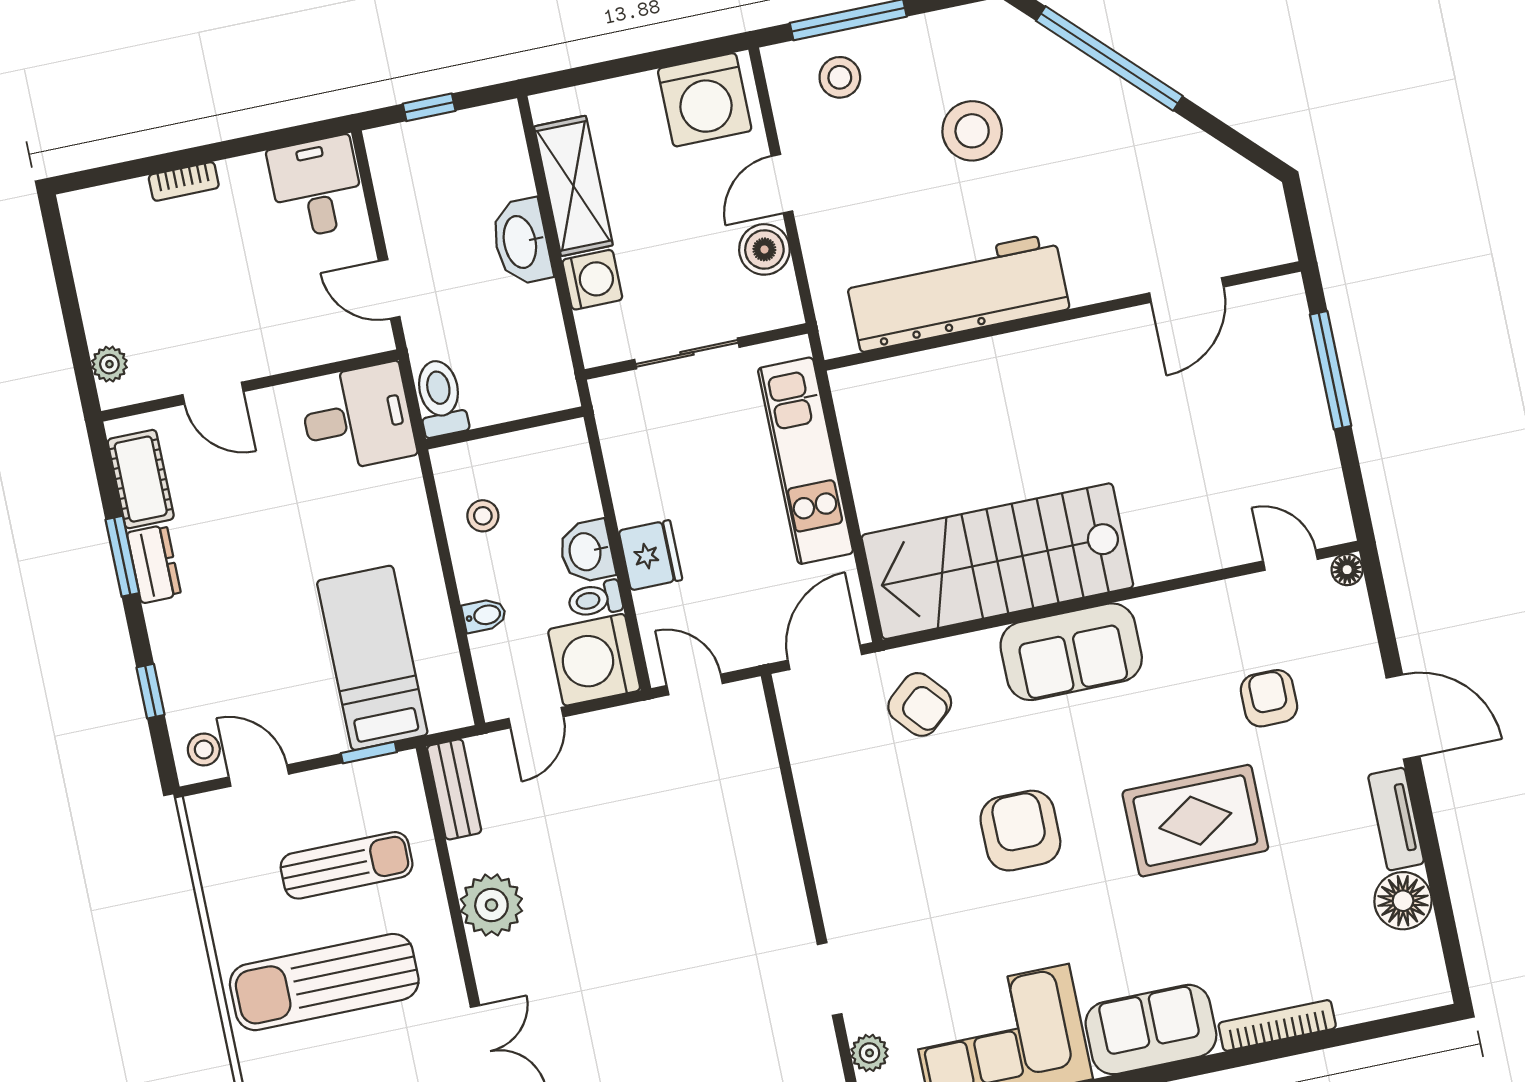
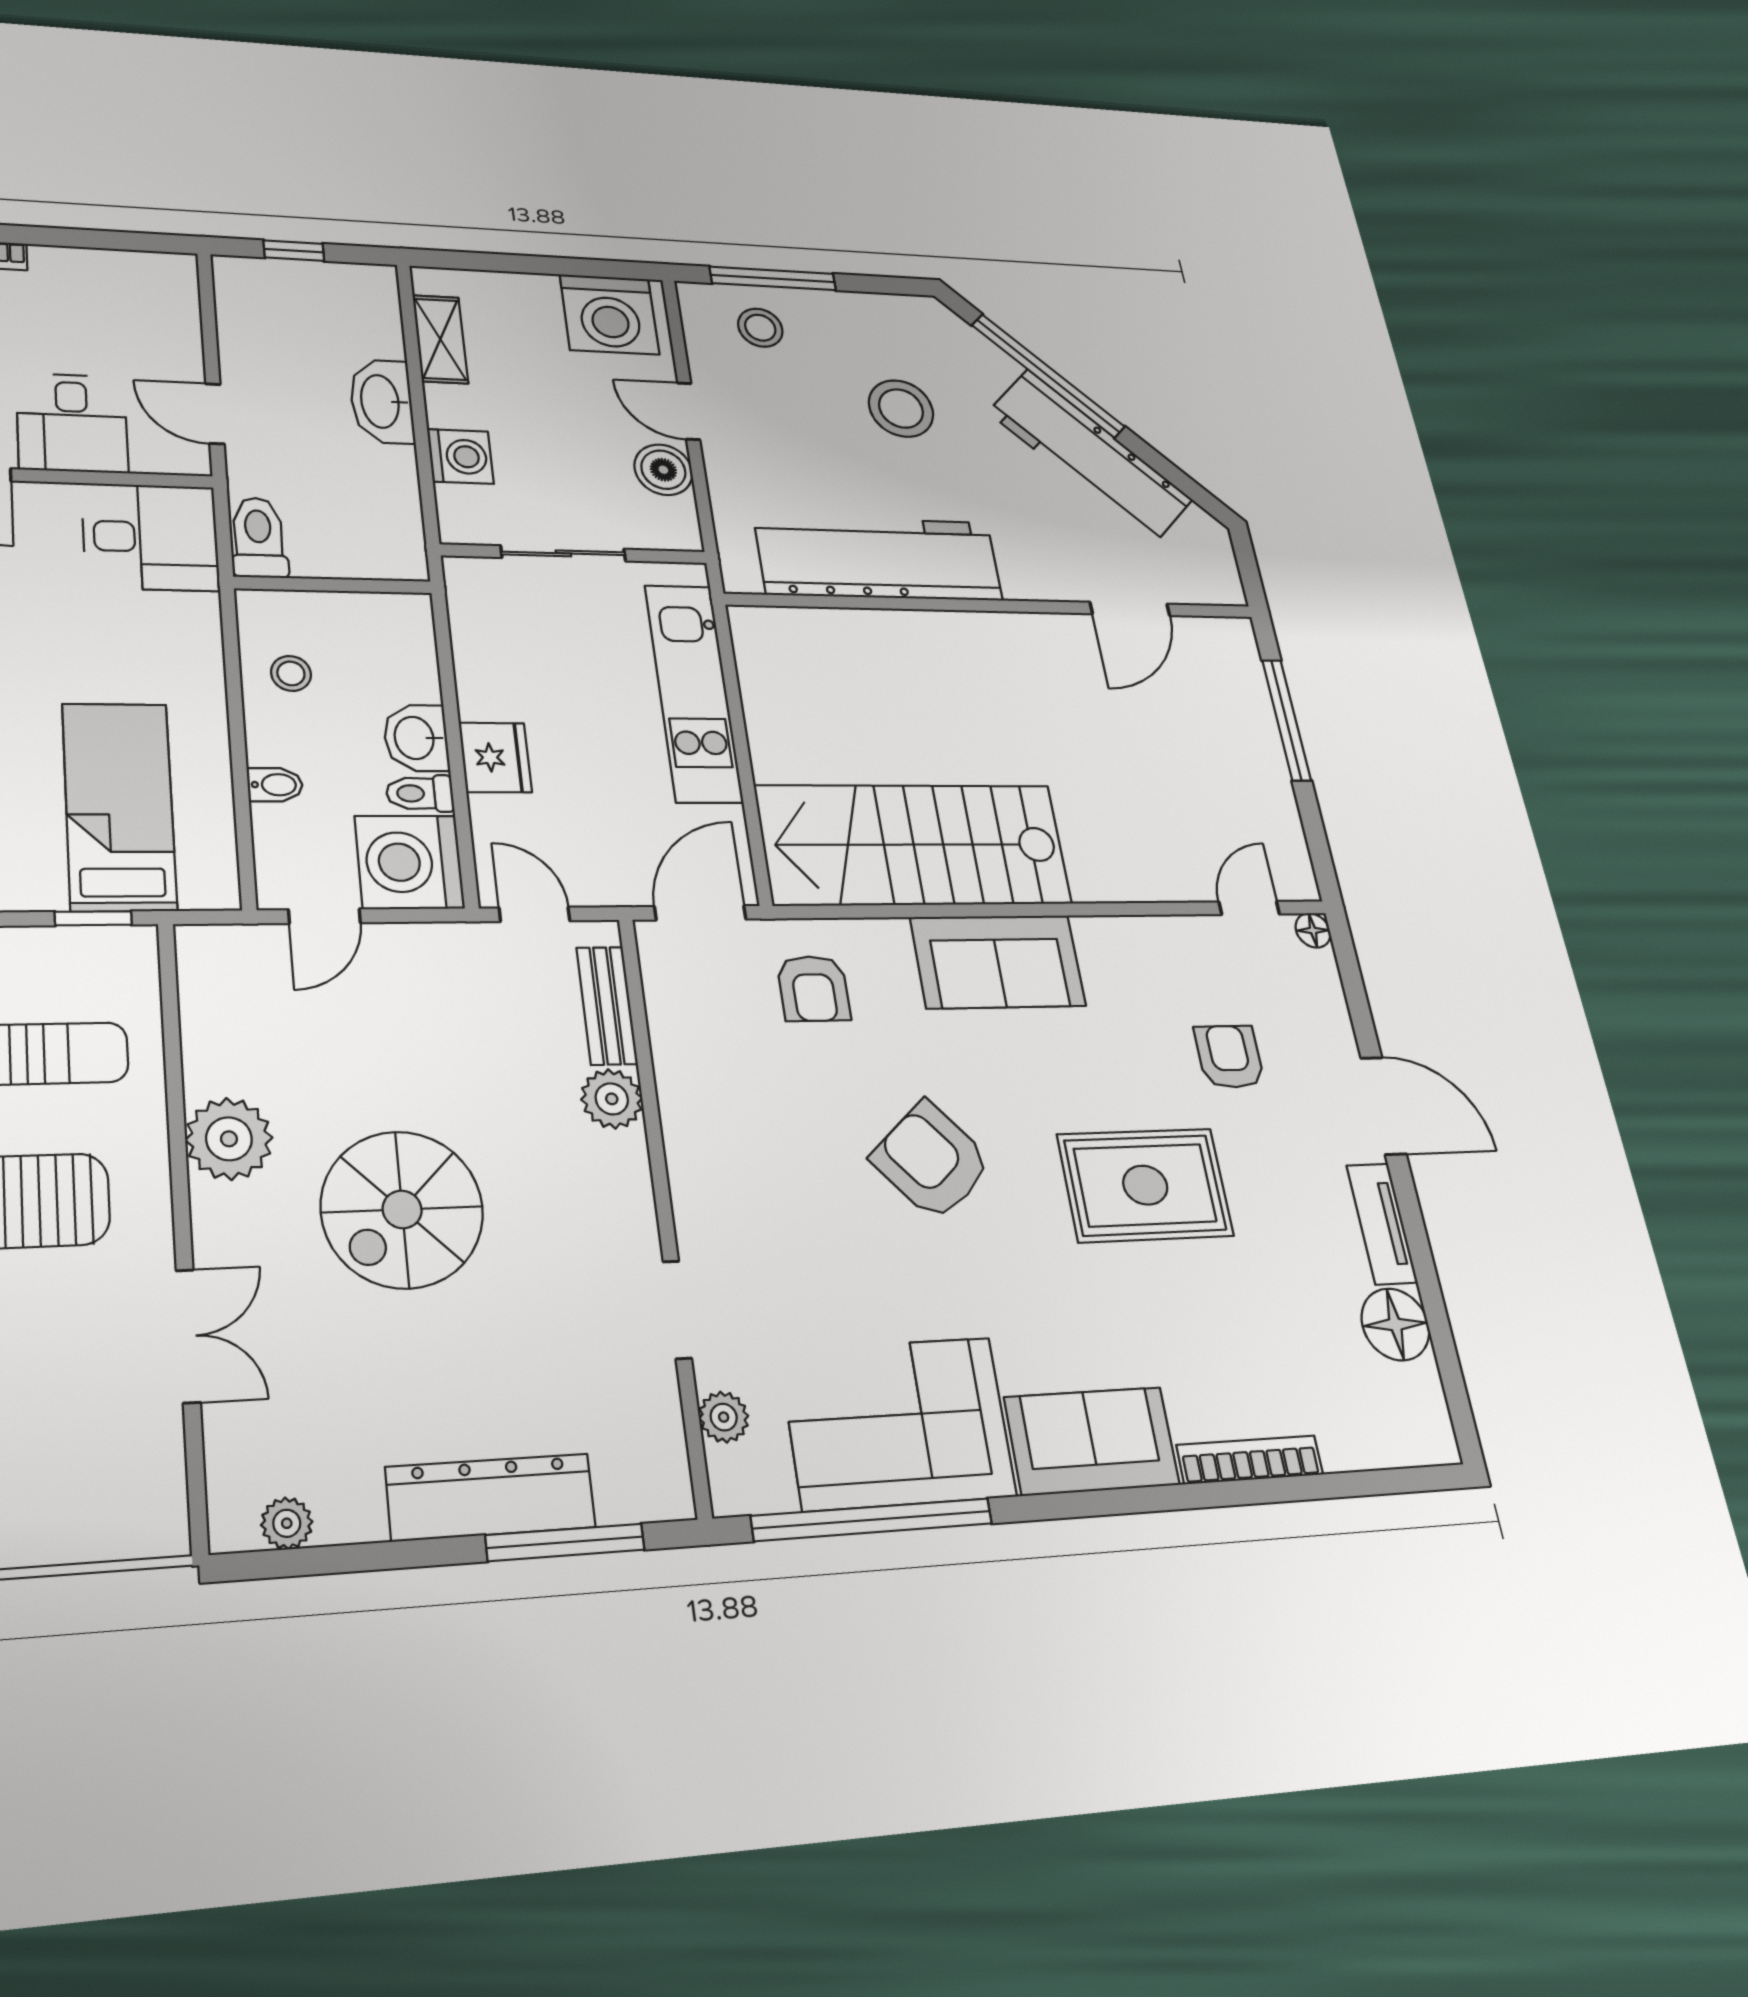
workbench: (1150, 137) -> (1090, 456), added
door: (782, 184) -> (689, 411), hinge flipped
shelving: (573, 186) -> (440, 339), width x0.67, depth x0.75
desk: (316, 187) -> (72, 423), moved, turned 180
door: (1290, 560) -> (1249, 908), hinge flipped
armchair: (920, 704) -> (814, 989), turned 41
bench: (454, 789) -> (607, 1006), moved
plant: (768, 825) -> (612, 1099), added
armchair: (1020, 831) -> (932, 1161), turned -41
spiral stairs: (621, 937) -> (402, 1209), added

